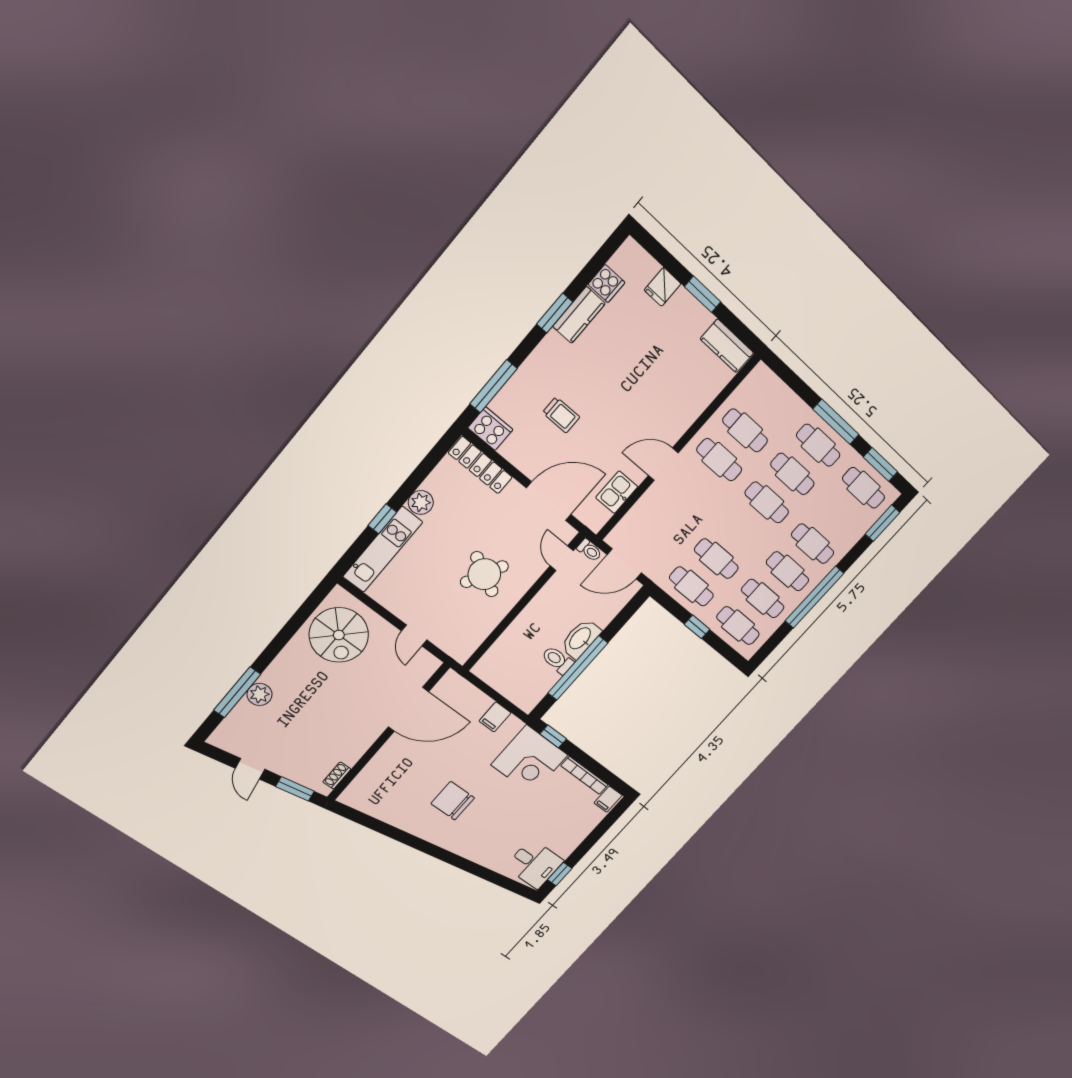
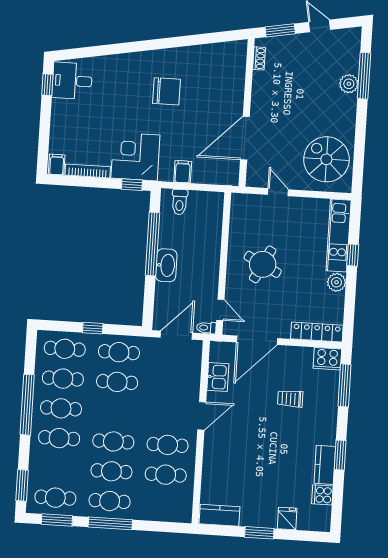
toilet: (557, 660) -> (180, 202), moved, turned 90

